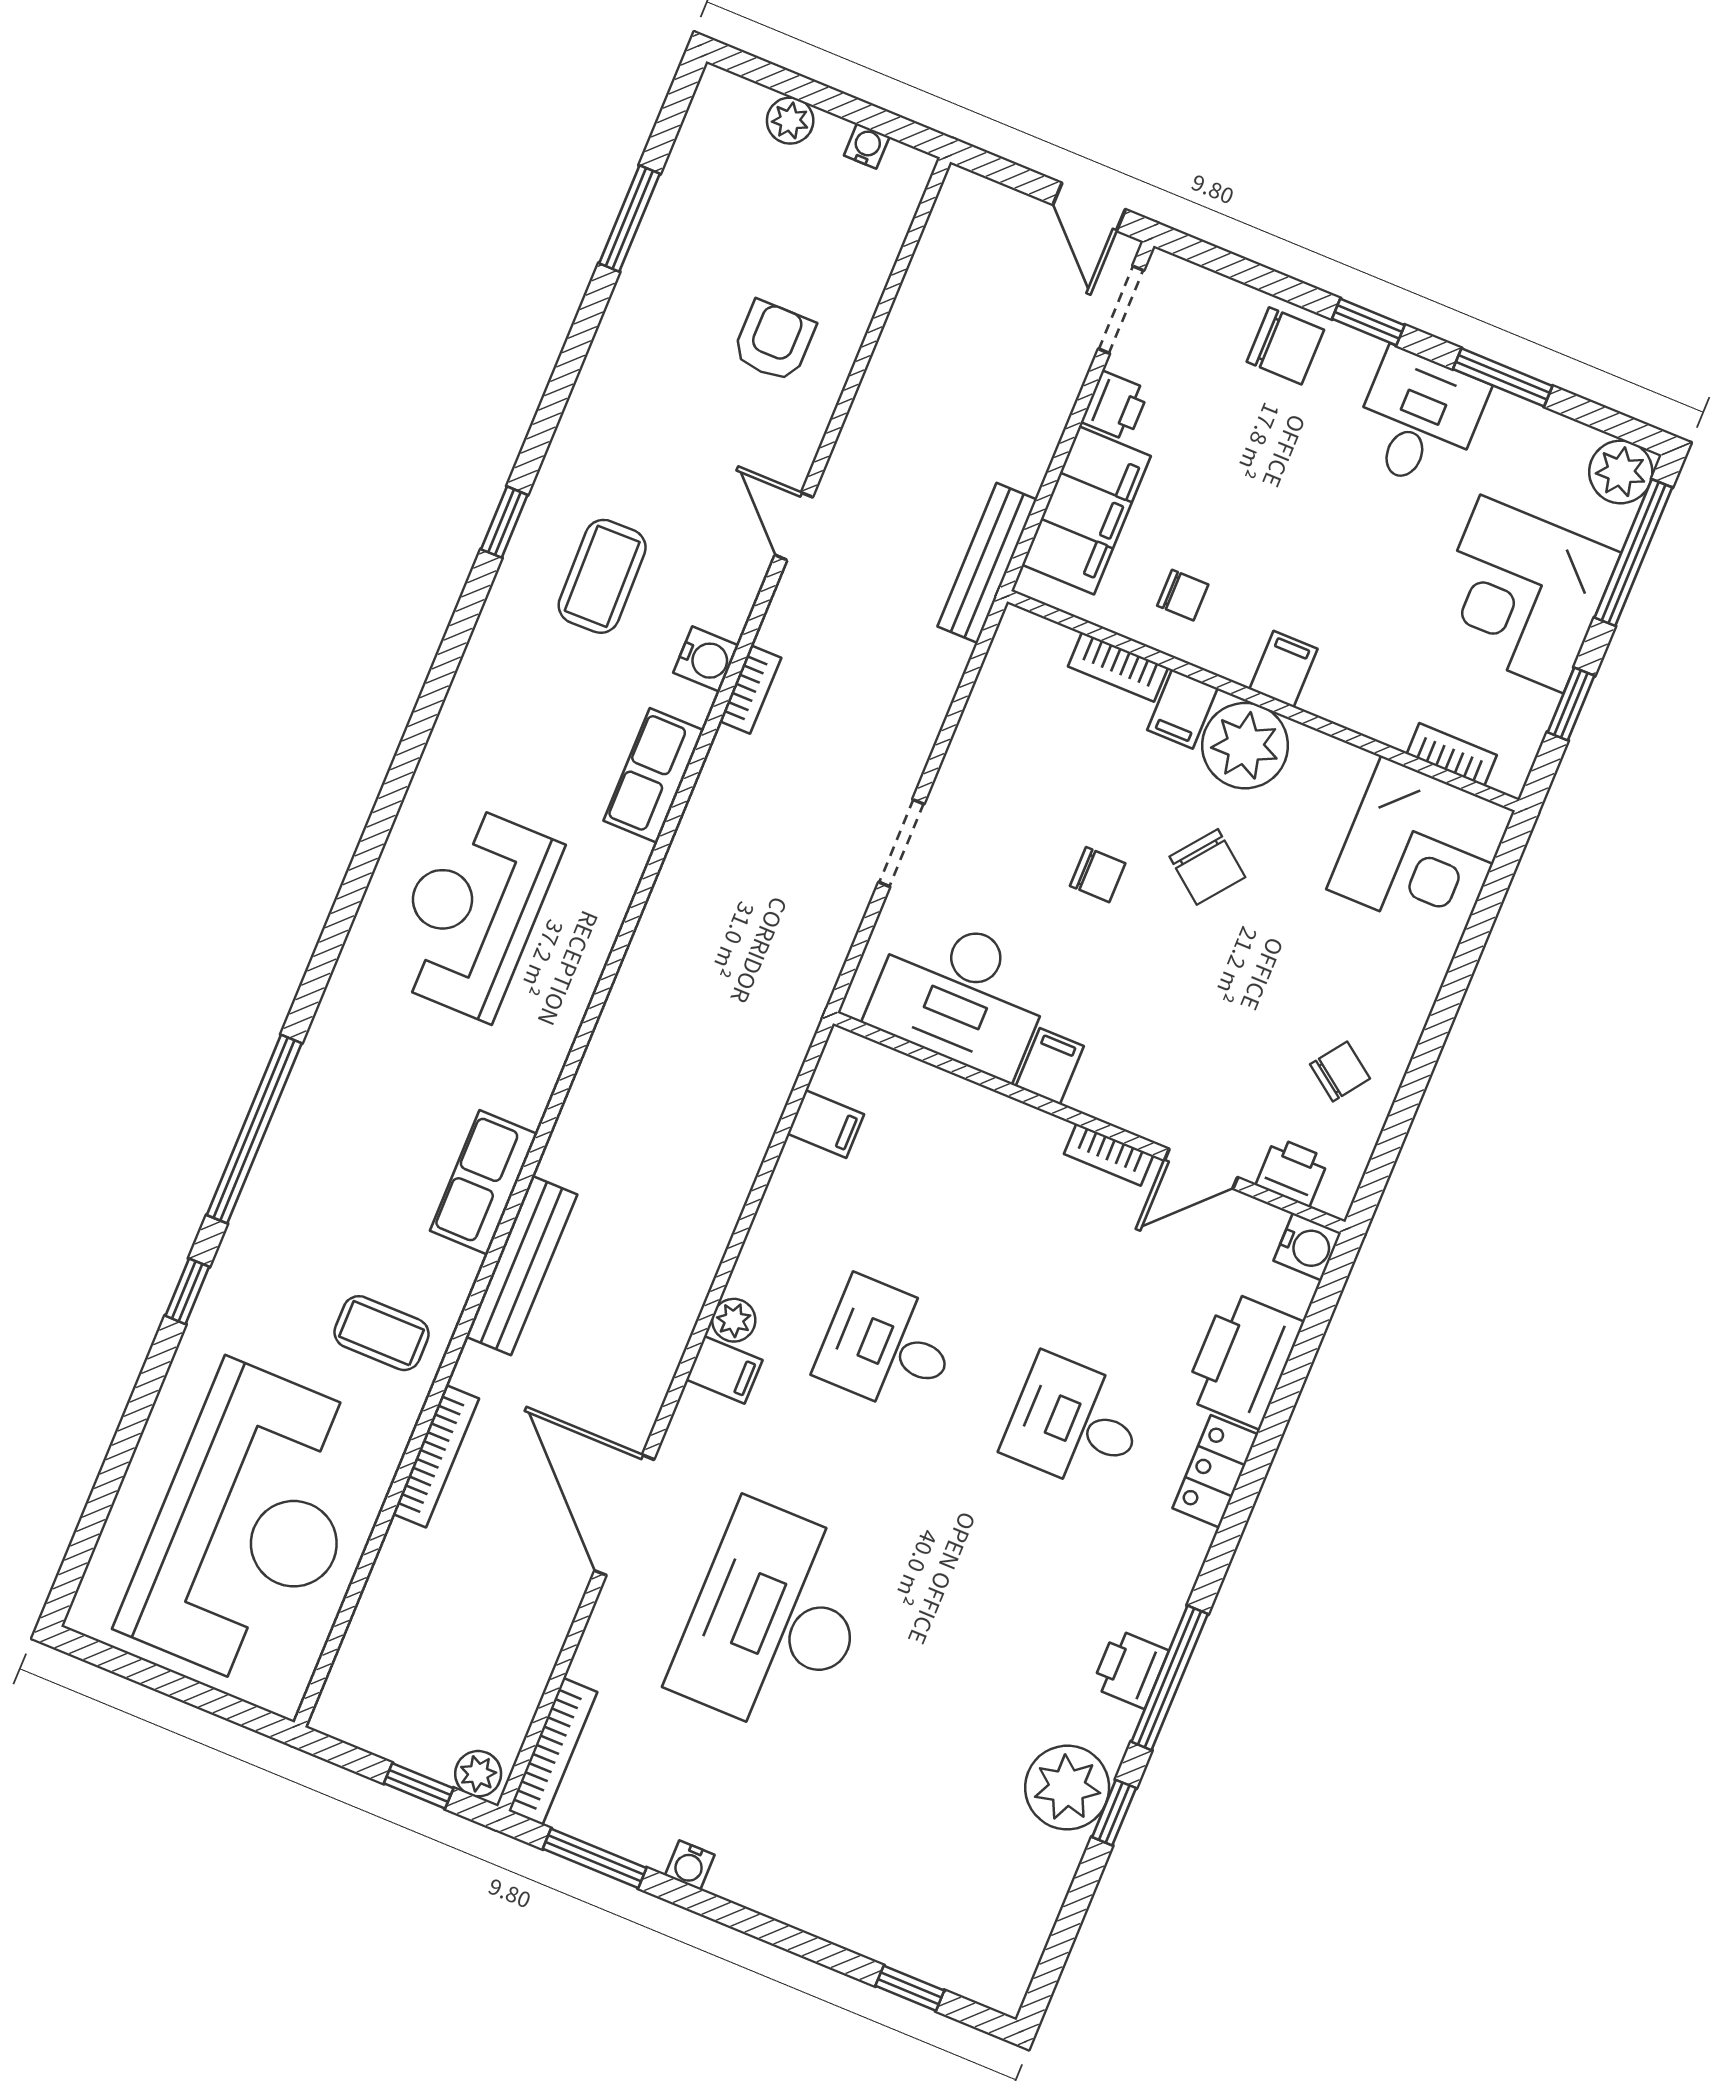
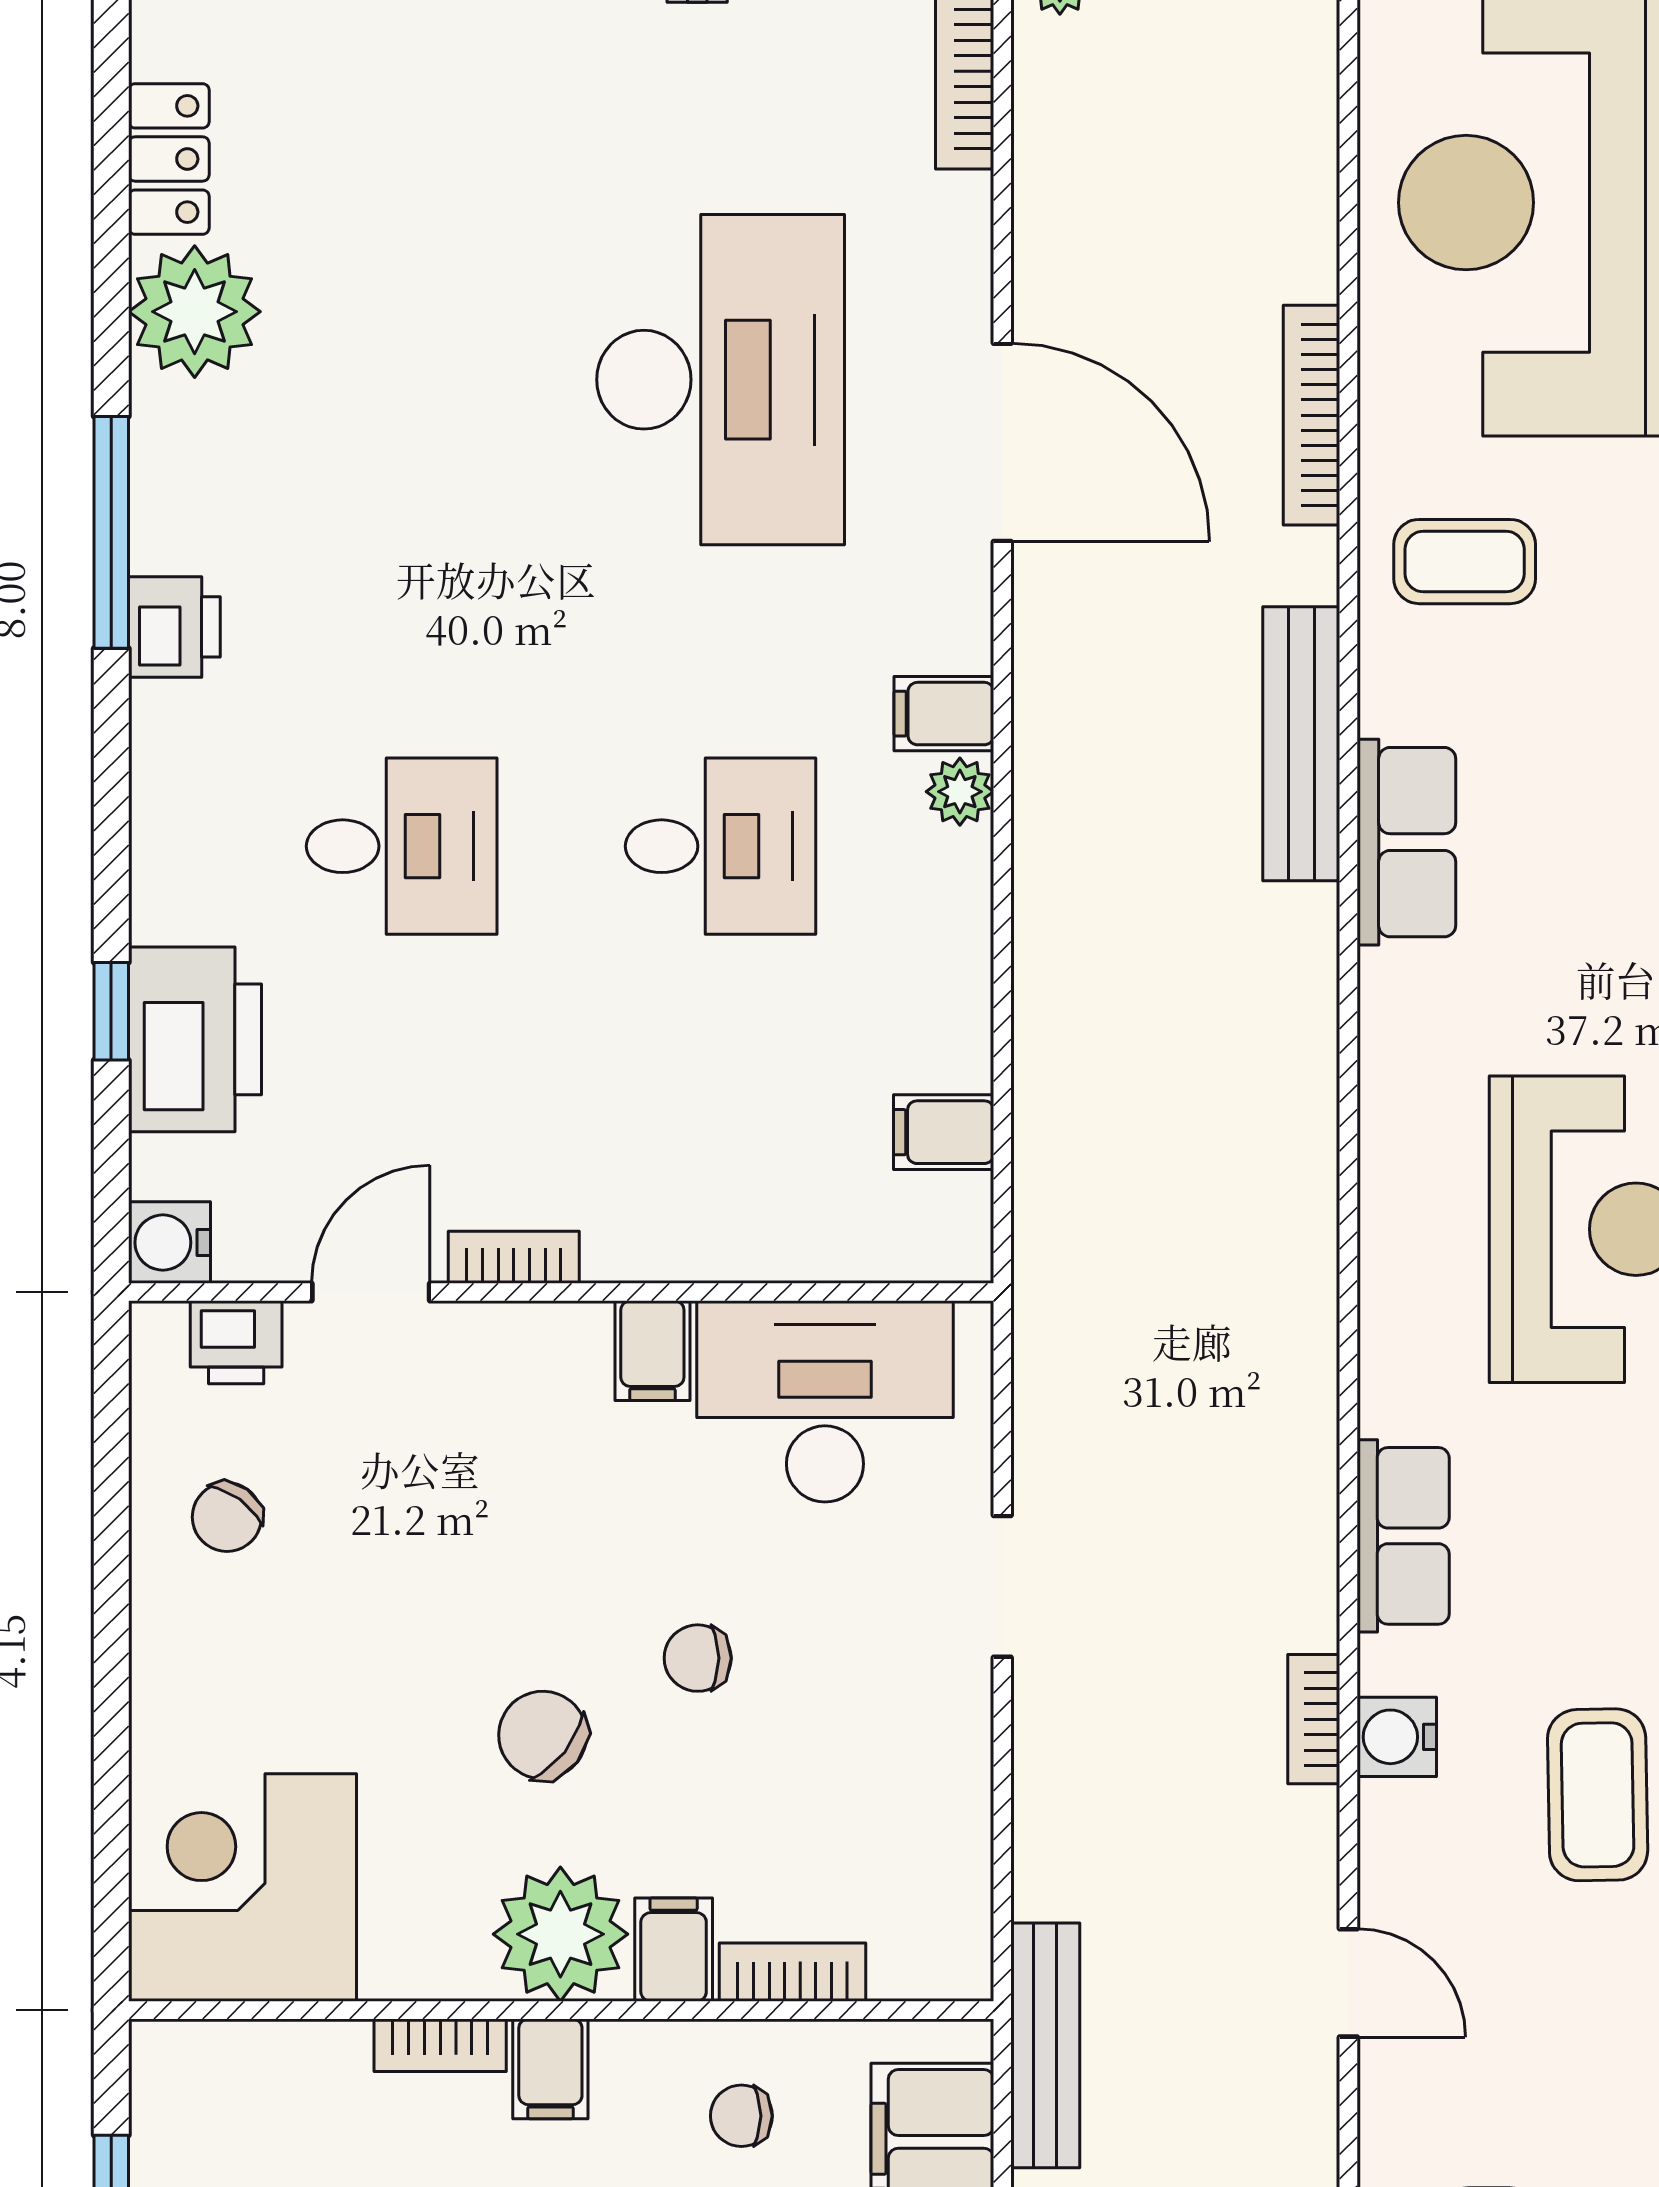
bookcase: (1452, 754) -> (440, 2045), moved
locker: (1215, 1471) -> (169, 159), moved
printer: (1130, 1669) -> (174, 627), moved
window: (1114, 1813) -> (111, 1011), moved

